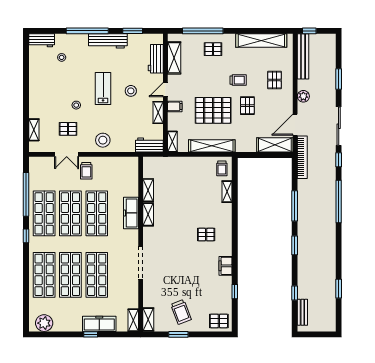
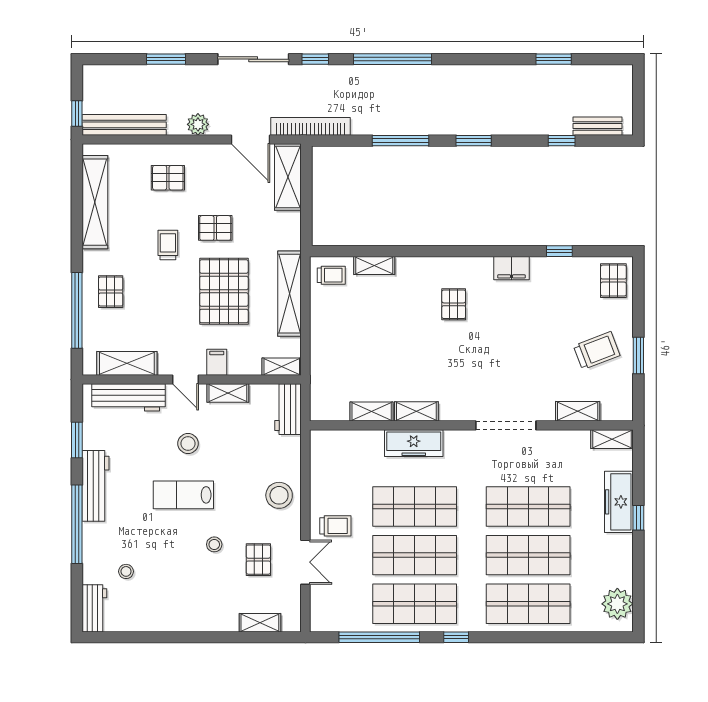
workbench: (156, 59) -> (129, 397), width x1.38
shelving: (148, 320) -> (578, 411), moved

